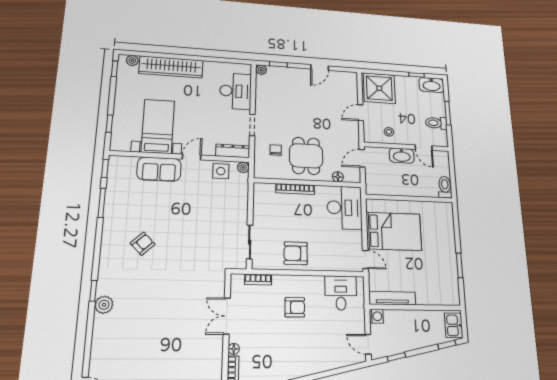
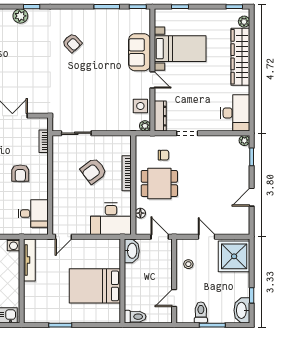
door: (320, 68) -> (252, 197), hinge flipped
desk: (236, 91) -> (235, 113), moved, turned -90
washbasin: (402, 156) -> (132, 251), moved, turned 180
bed: (394, 231) -> (95, 286), moved, turned 90
armchair: (296, 253) -> (93, 171), moved, turned -127

